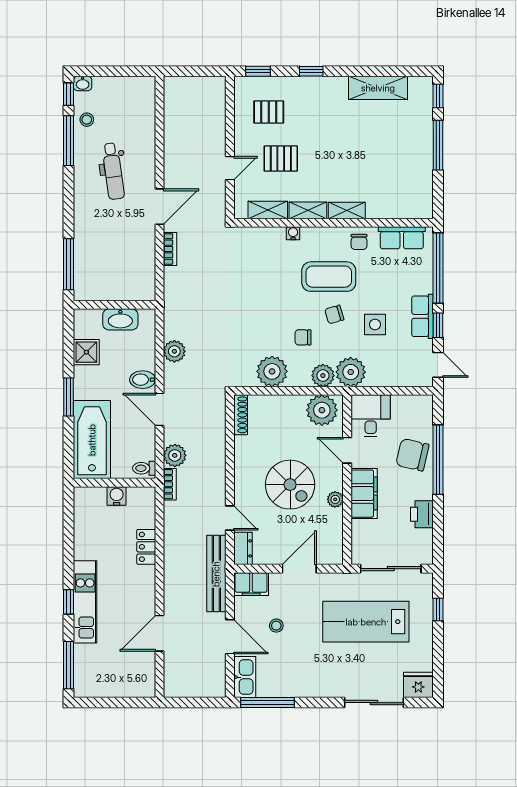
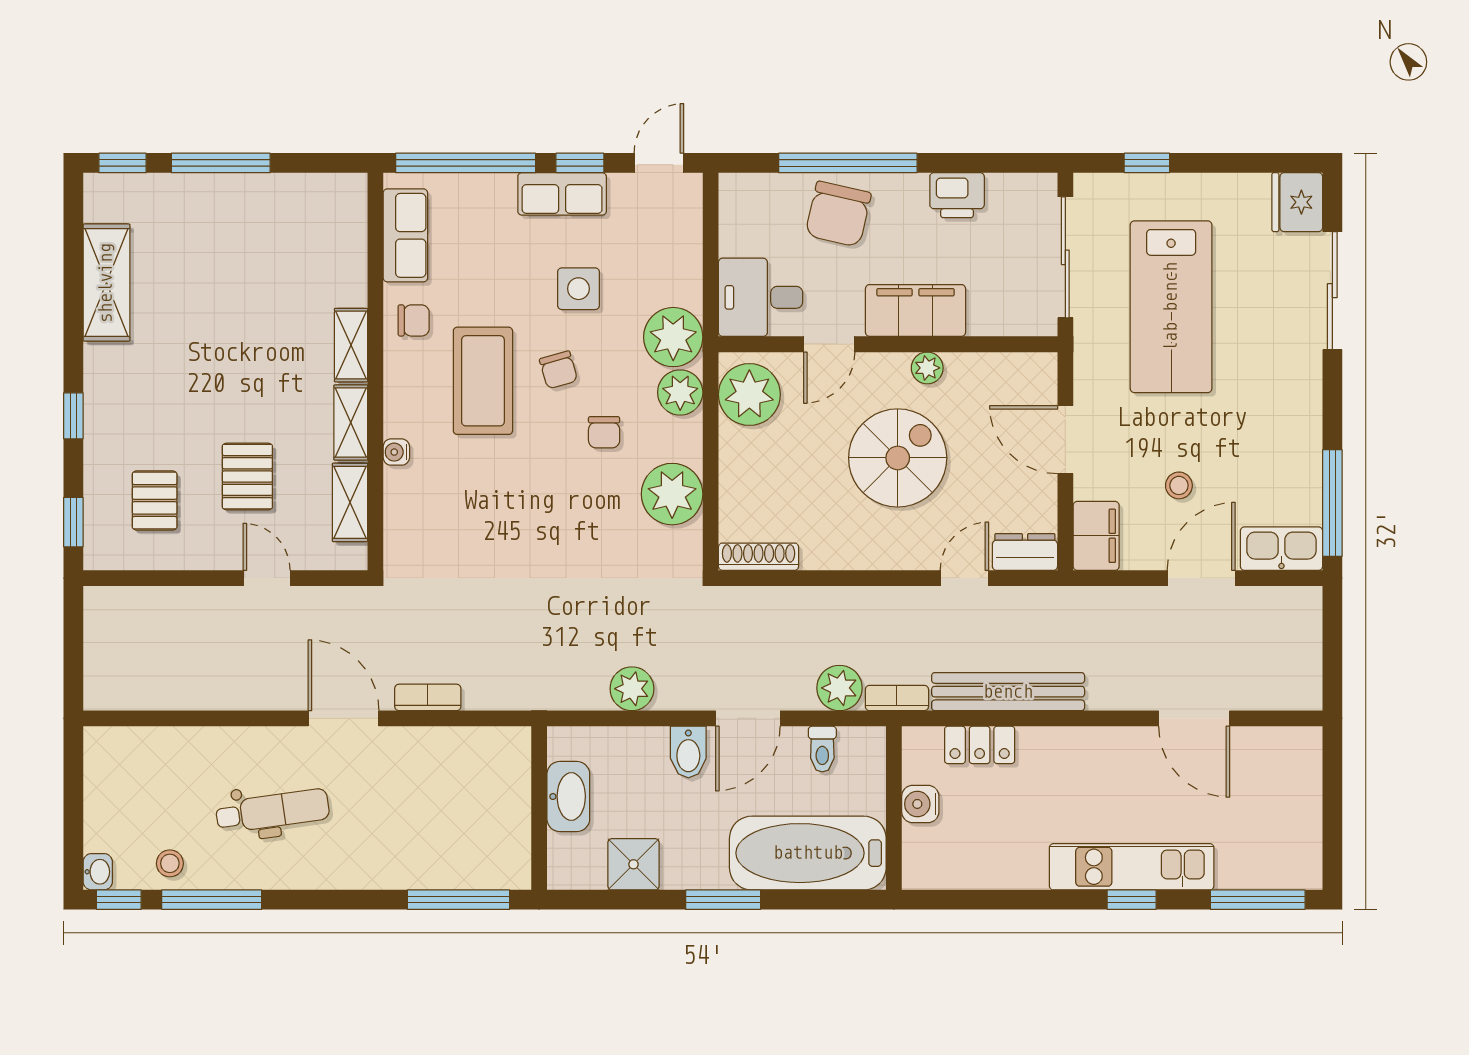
toilet: (144, 468) -> (822, 749), moved
locker: (146, 547) -> (980, 745), moved
bench: (216, 574) -> (1008, 692), moved

